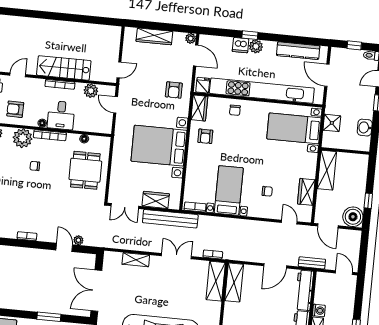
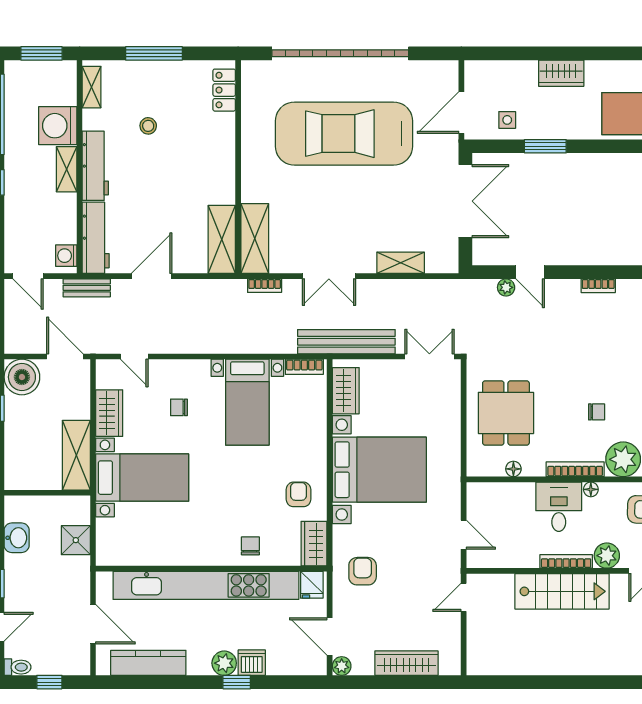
plant: (91, 91) -> (607, 556), moved
bed with nightstands: (294, 128) -> (142, 478), moved
wardrobe: (156, 200) -> (346, 391), moved, turned -90
washing machine: (319, 311) -> (66, 256), moved

